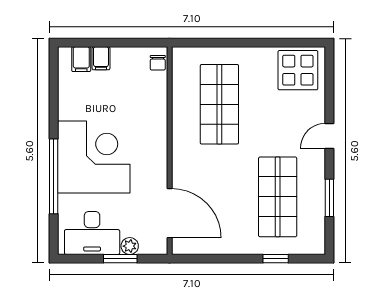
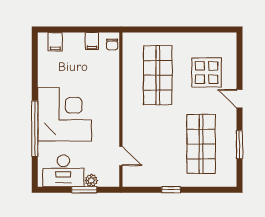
filing cabinet: (101, 58) -> (92, 41), moved
display table: (298, 70) -> (207, 73), moved
door: (329, 136) -> (240, 99), hinge flipped
door: (170, 213) -> (121, 156), width x0.53
window: (276, 259) -> (171, 190), moved

